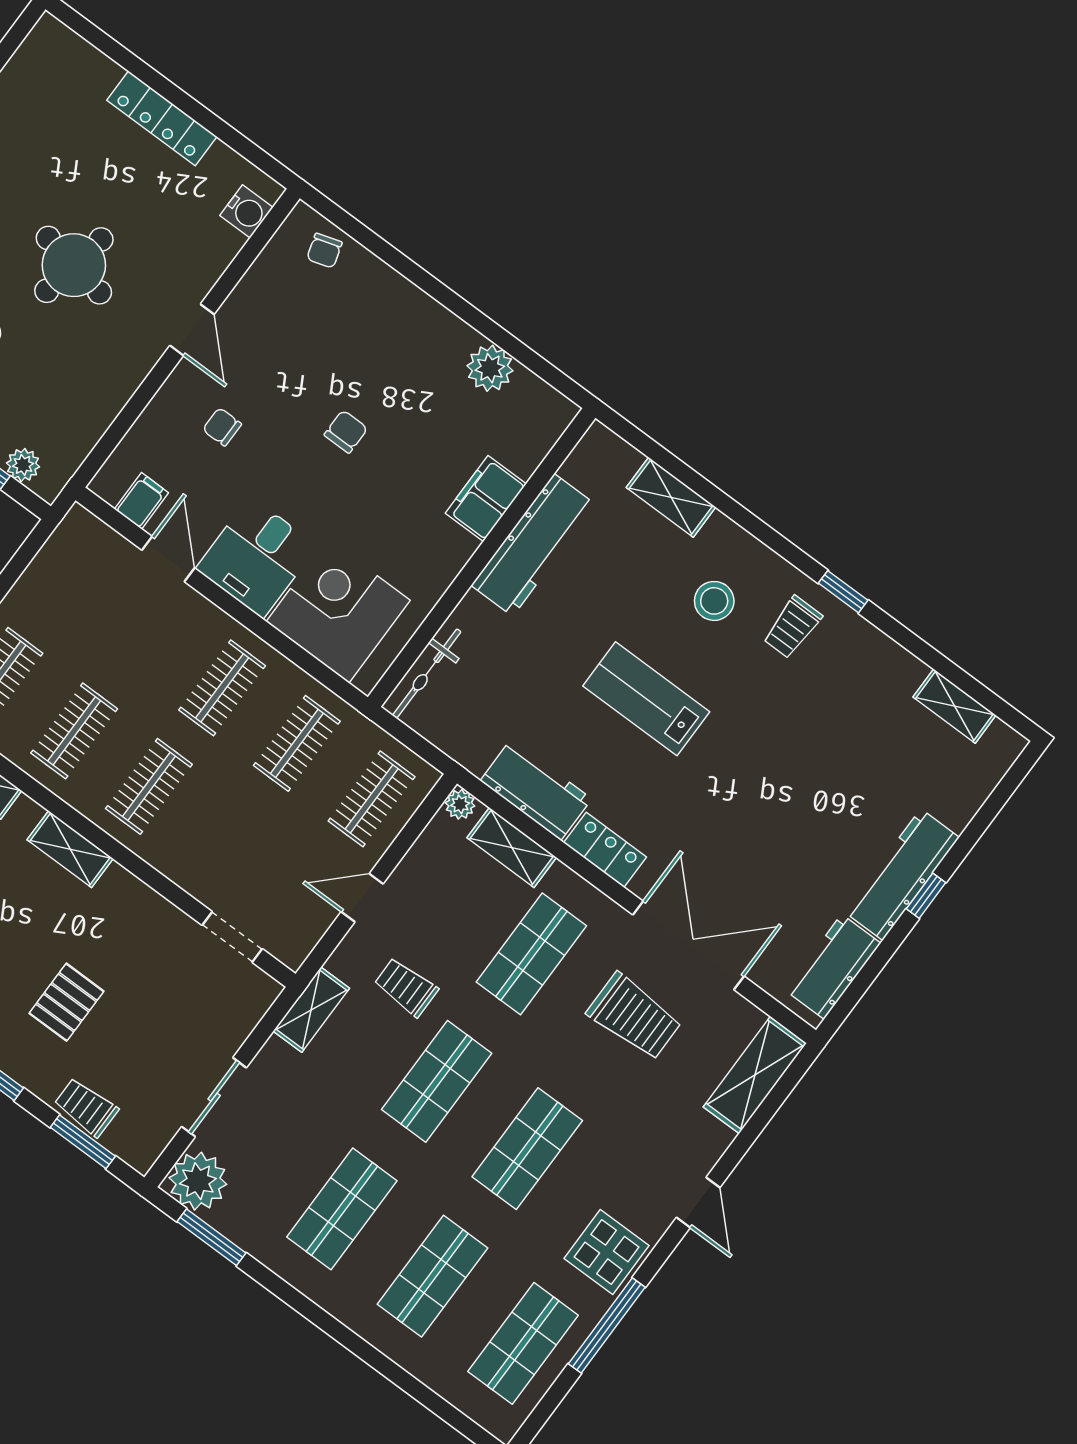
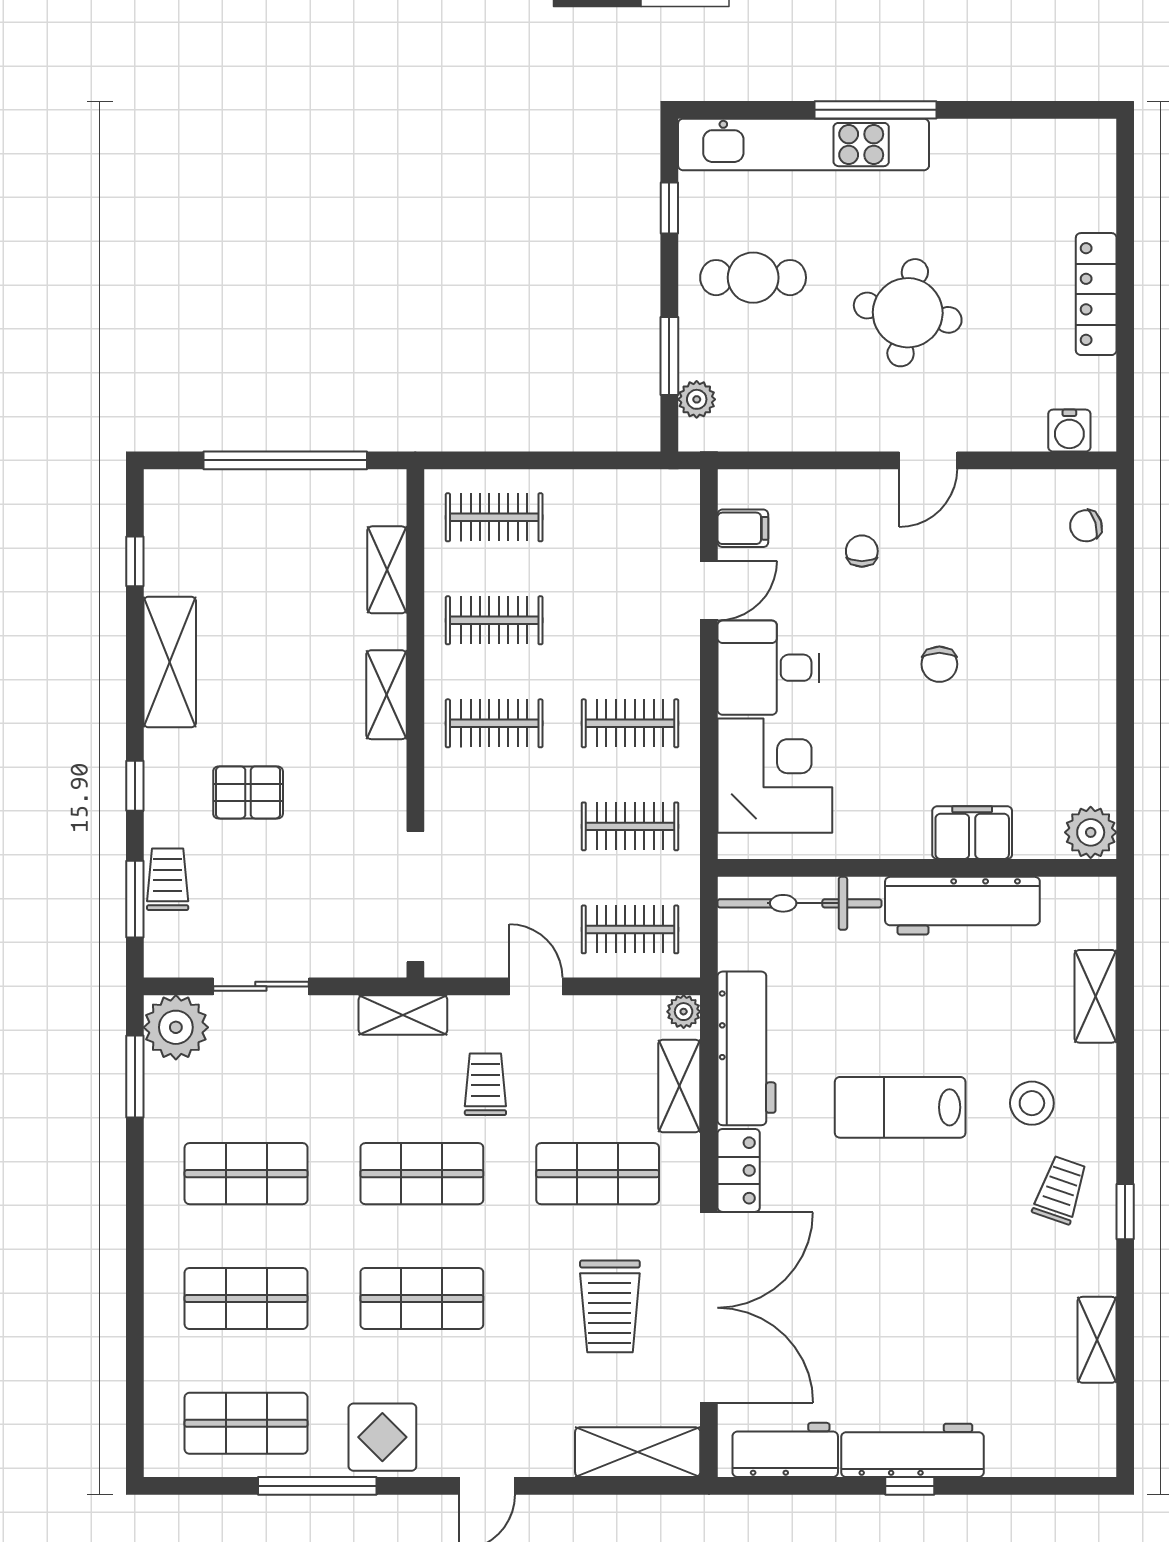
plant: (490, 368) -> (1091, 832), moved
chair: (346, 432) -> (939, 664), turned 90
trolley: (792, 627) -> (1060, 1190), turned 109
bicycle: (427, 674) -> (800, 903), width x1.37, depth x1.40
lab bench: (646, 699) -> (900, 1107), turned -90
shelving: (955, 706) -> (1097, 1340), moved
workbench: (536, 790) -> (747, 1048), width x1.38
doorway: (232, 937) -> (415, 897), width x1.87
double door: (688, 945) -> (709, 1308), width x1.36

